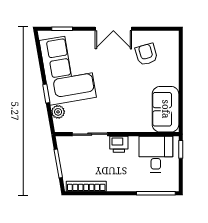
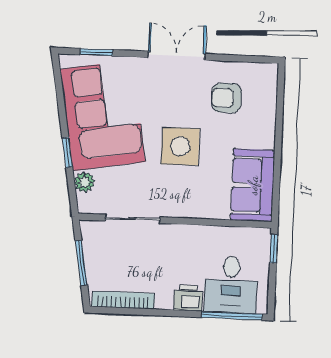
double door: (113, 29) -> (177, 56), swing flipped
armchair: (146, 54) -> (226, 98), turned -74
side table: (118, 86) -> (180, 146), added
printer: (119, 144) -> (188, 298), moved, turned 180
desk: (156, 154) -> (231, 285), moved, turned 180

